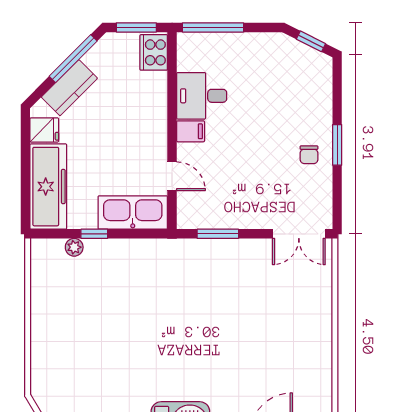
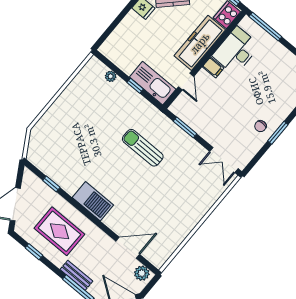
desk: (202, 96) -> (236, 51), width x1.37
freezer: (48, 187) -> (200, 43), moved, turned 180
window: (94, 234) -> (135, 86), moved
sun lounger: (187, 302) -> (143, 148), added

